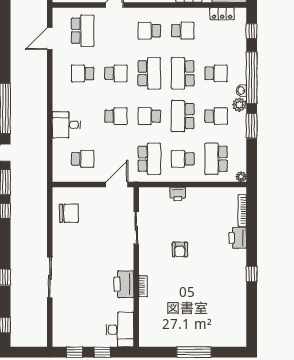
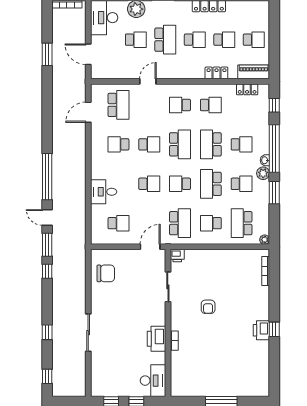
printer: (178, 194) -> (177, 256), moved
printer: (238, 238) -> (261, 330), moved

